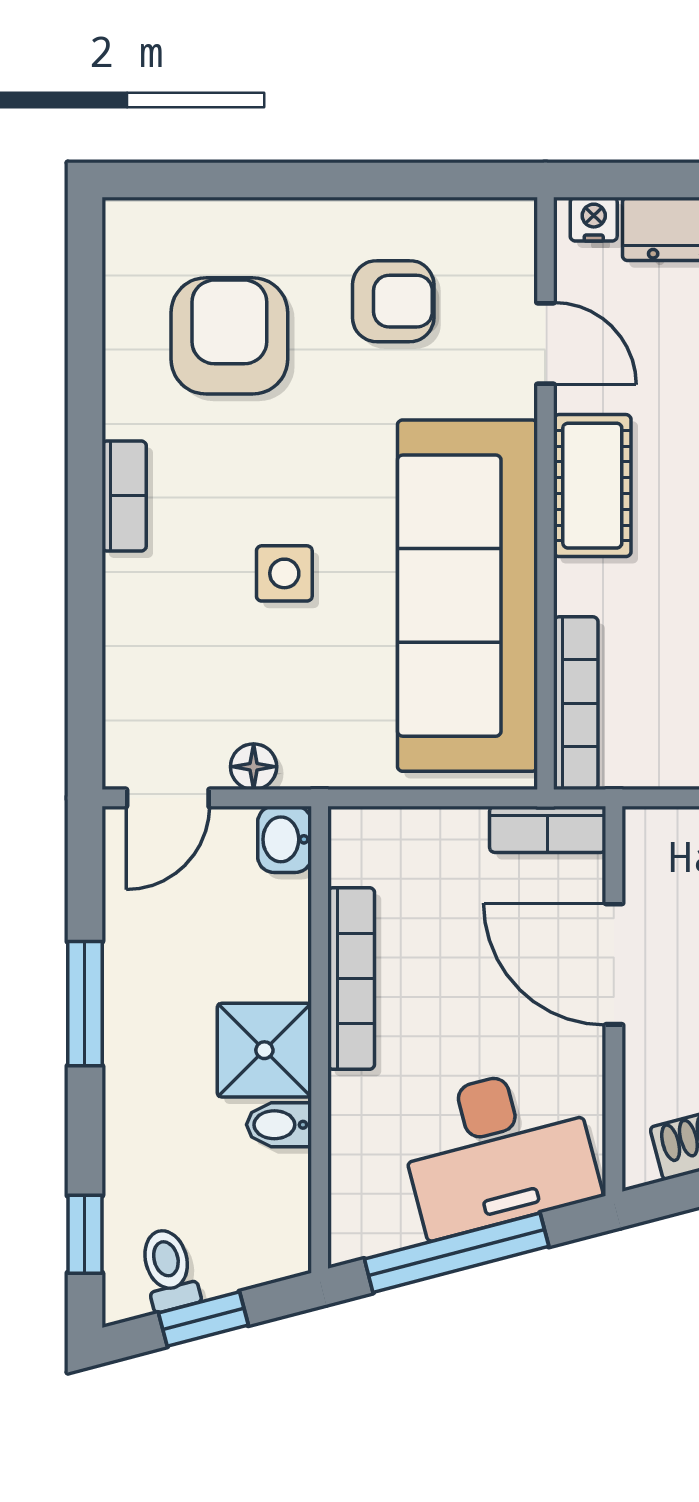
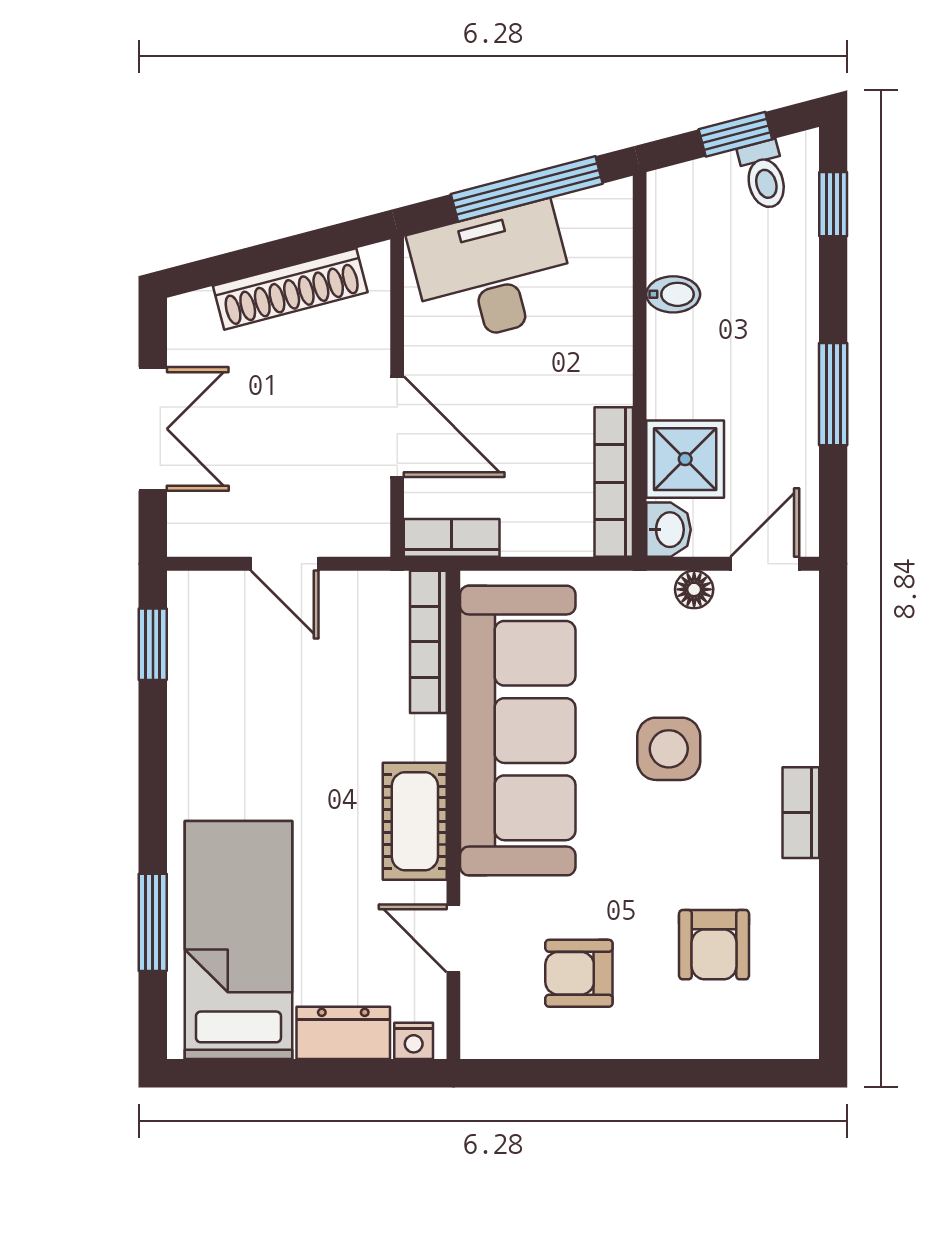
armchair: (229, 336) -> (714, 945), width x0.72, depth x0.72
side table: (284, 573) -> (669, 749), width x1.37, depth x1.37
bookcase: (351, 978) -> (614, 482), moved
shower: (264, 1050) -> (685, 459), moved

